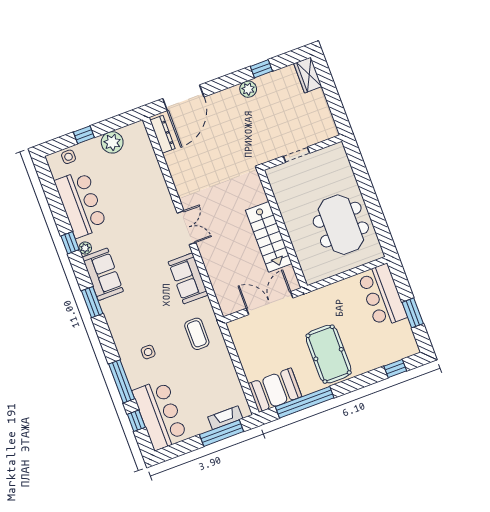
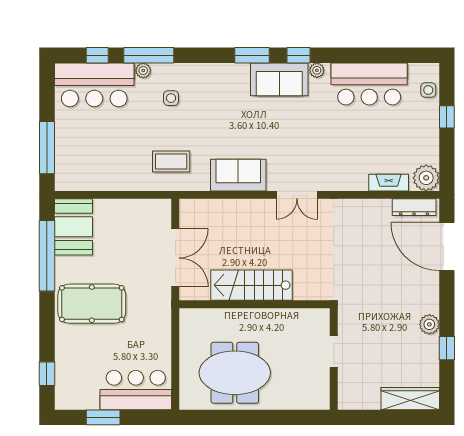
wardrobe: (308, 75) -> (410, 399), width x1.50
plant: (112, 142) -> (426, 178), moved
window: (70, 243) -> (298, 55), moved
plant: (135, 381) -> (143, 71), added
fireplace: (225, 418) -> (389, 183), moved, turned -90

